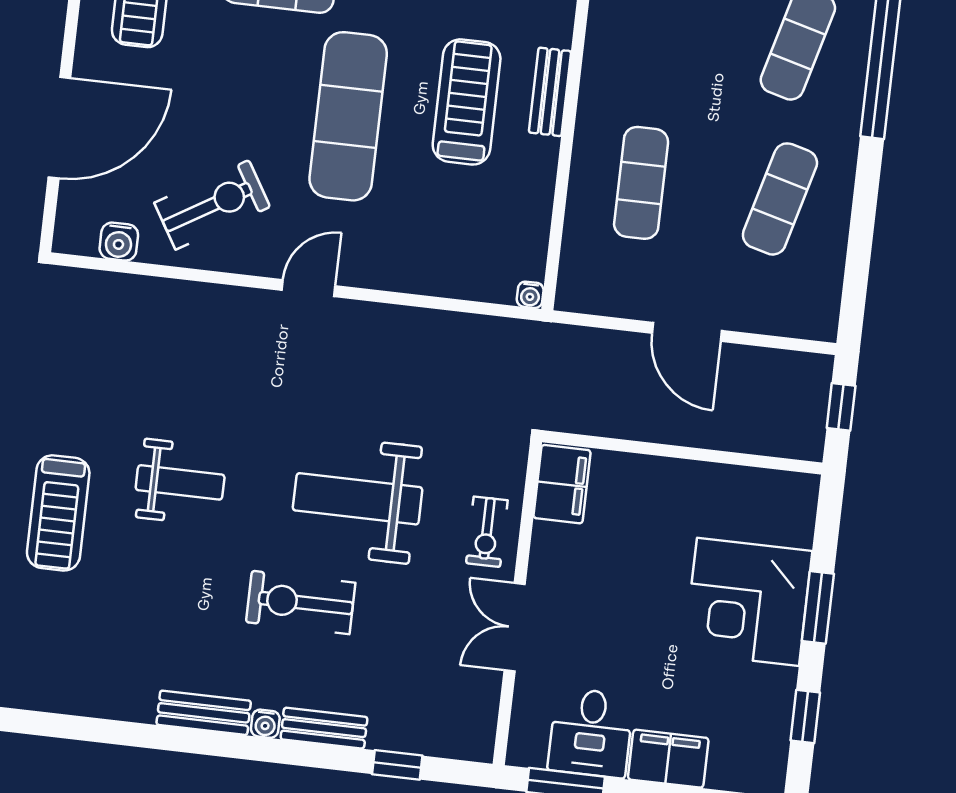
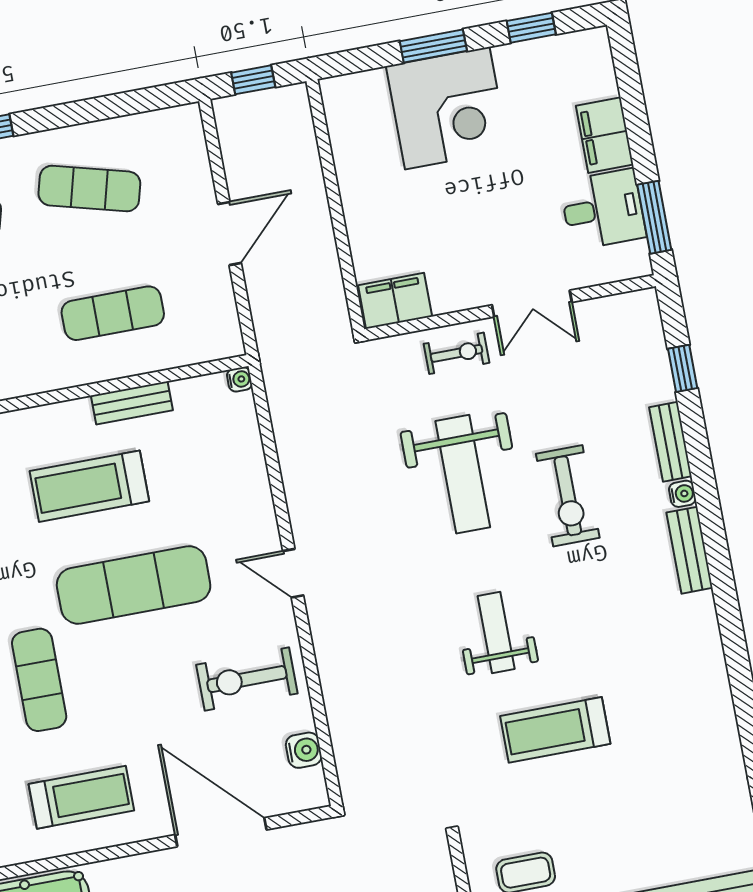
bench: (550, 92) -> (132, 403), moved
exercise bike: (212, 205) -> (247, 679), turned -59
treadmill: (58, 513) -> (555, 730), turned 180

